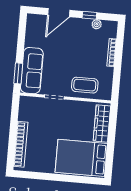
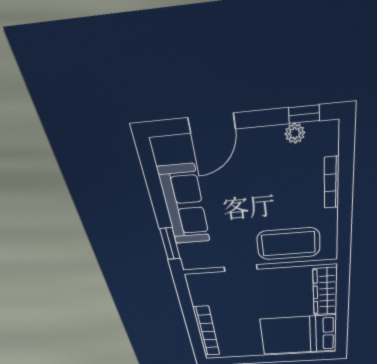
window: (89, 15) -> (304, 114), moved
sofa: (32, 71) -> (184, 206), moved
coffee table: (85, 85) -> (289, 244), width x1.36, depth x1.32

